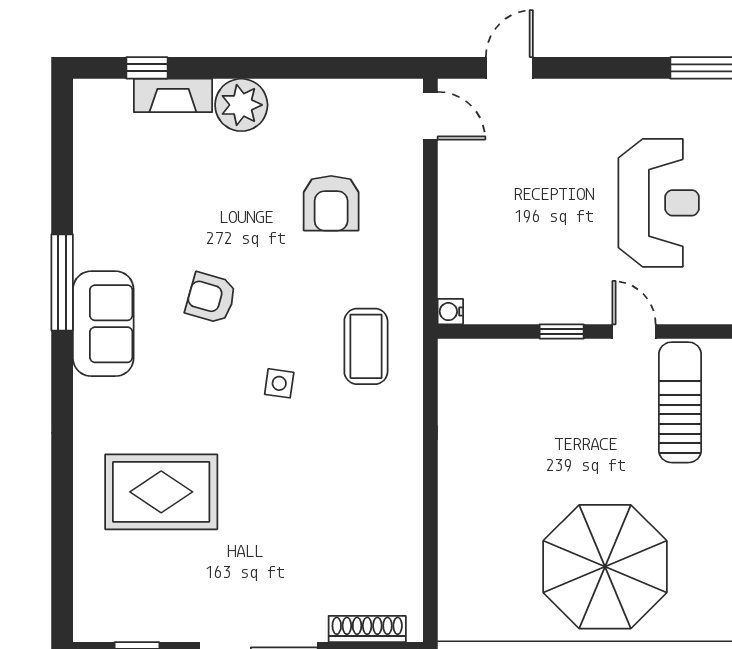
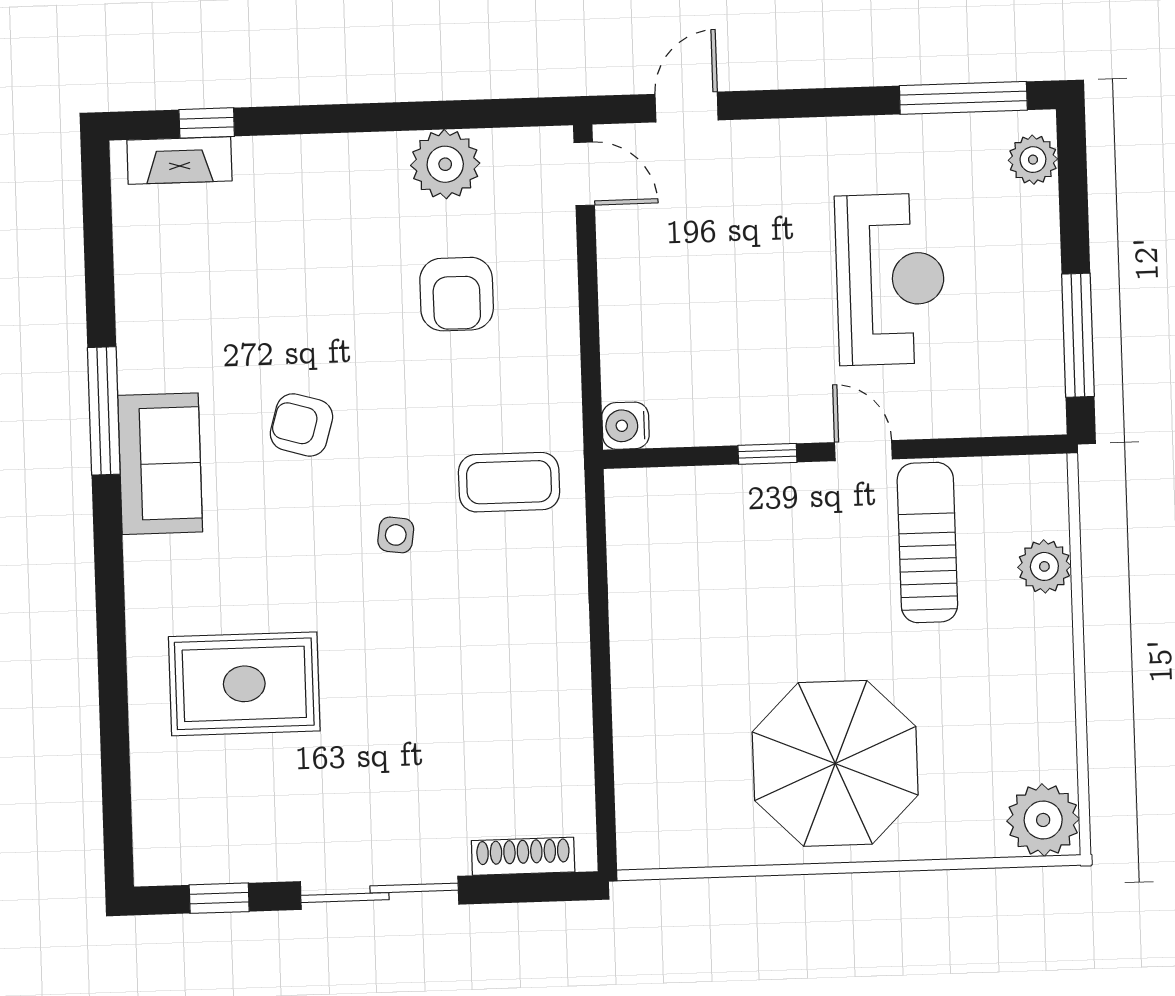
fireplace: (173, 95) -> (179, 160), moved
plant: (241, 105) -> (445, 164), moved
water cooler: (450, 312) -> (626, 426), width x1.38, depth x1.38
coffee table: (366, 346) -> (509, 482), turned 90

